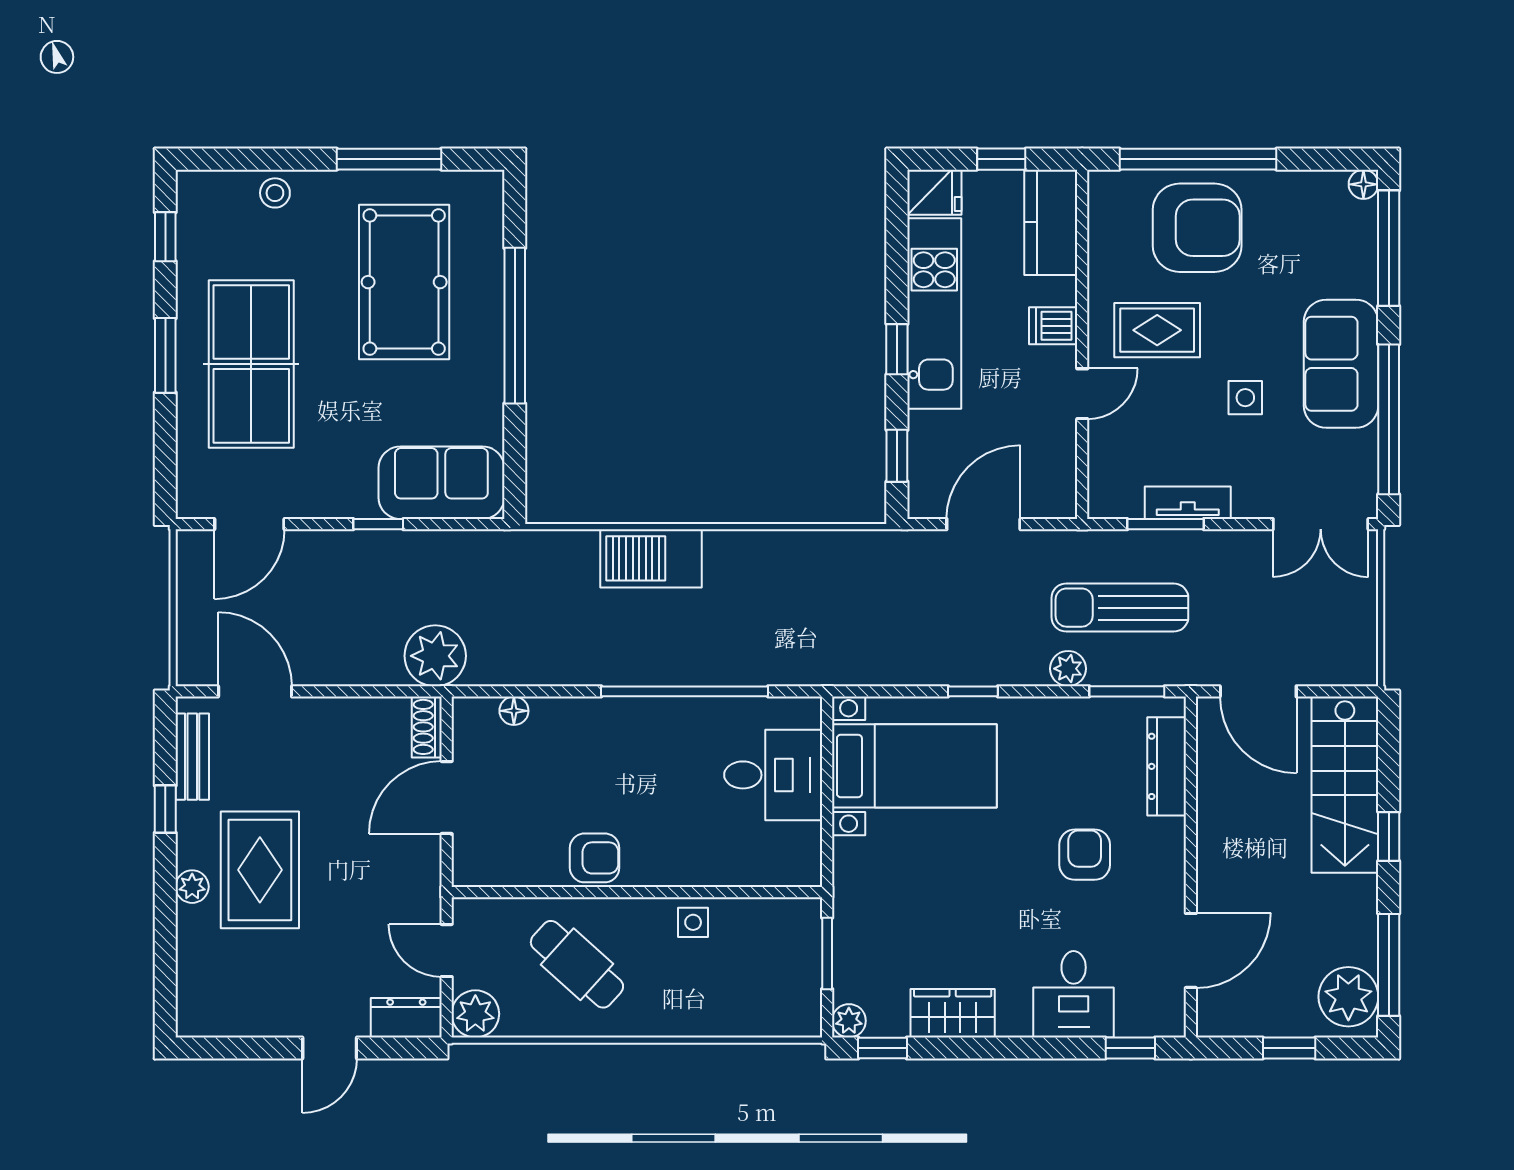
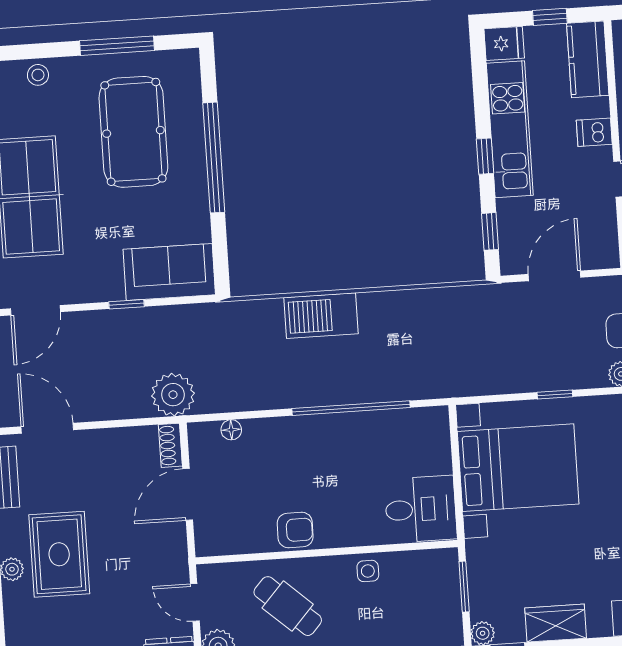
bed with nightstands: (914, 766) -> (518, 468), width x1.36
desk: (773, 775) -> (421, 509), moved

